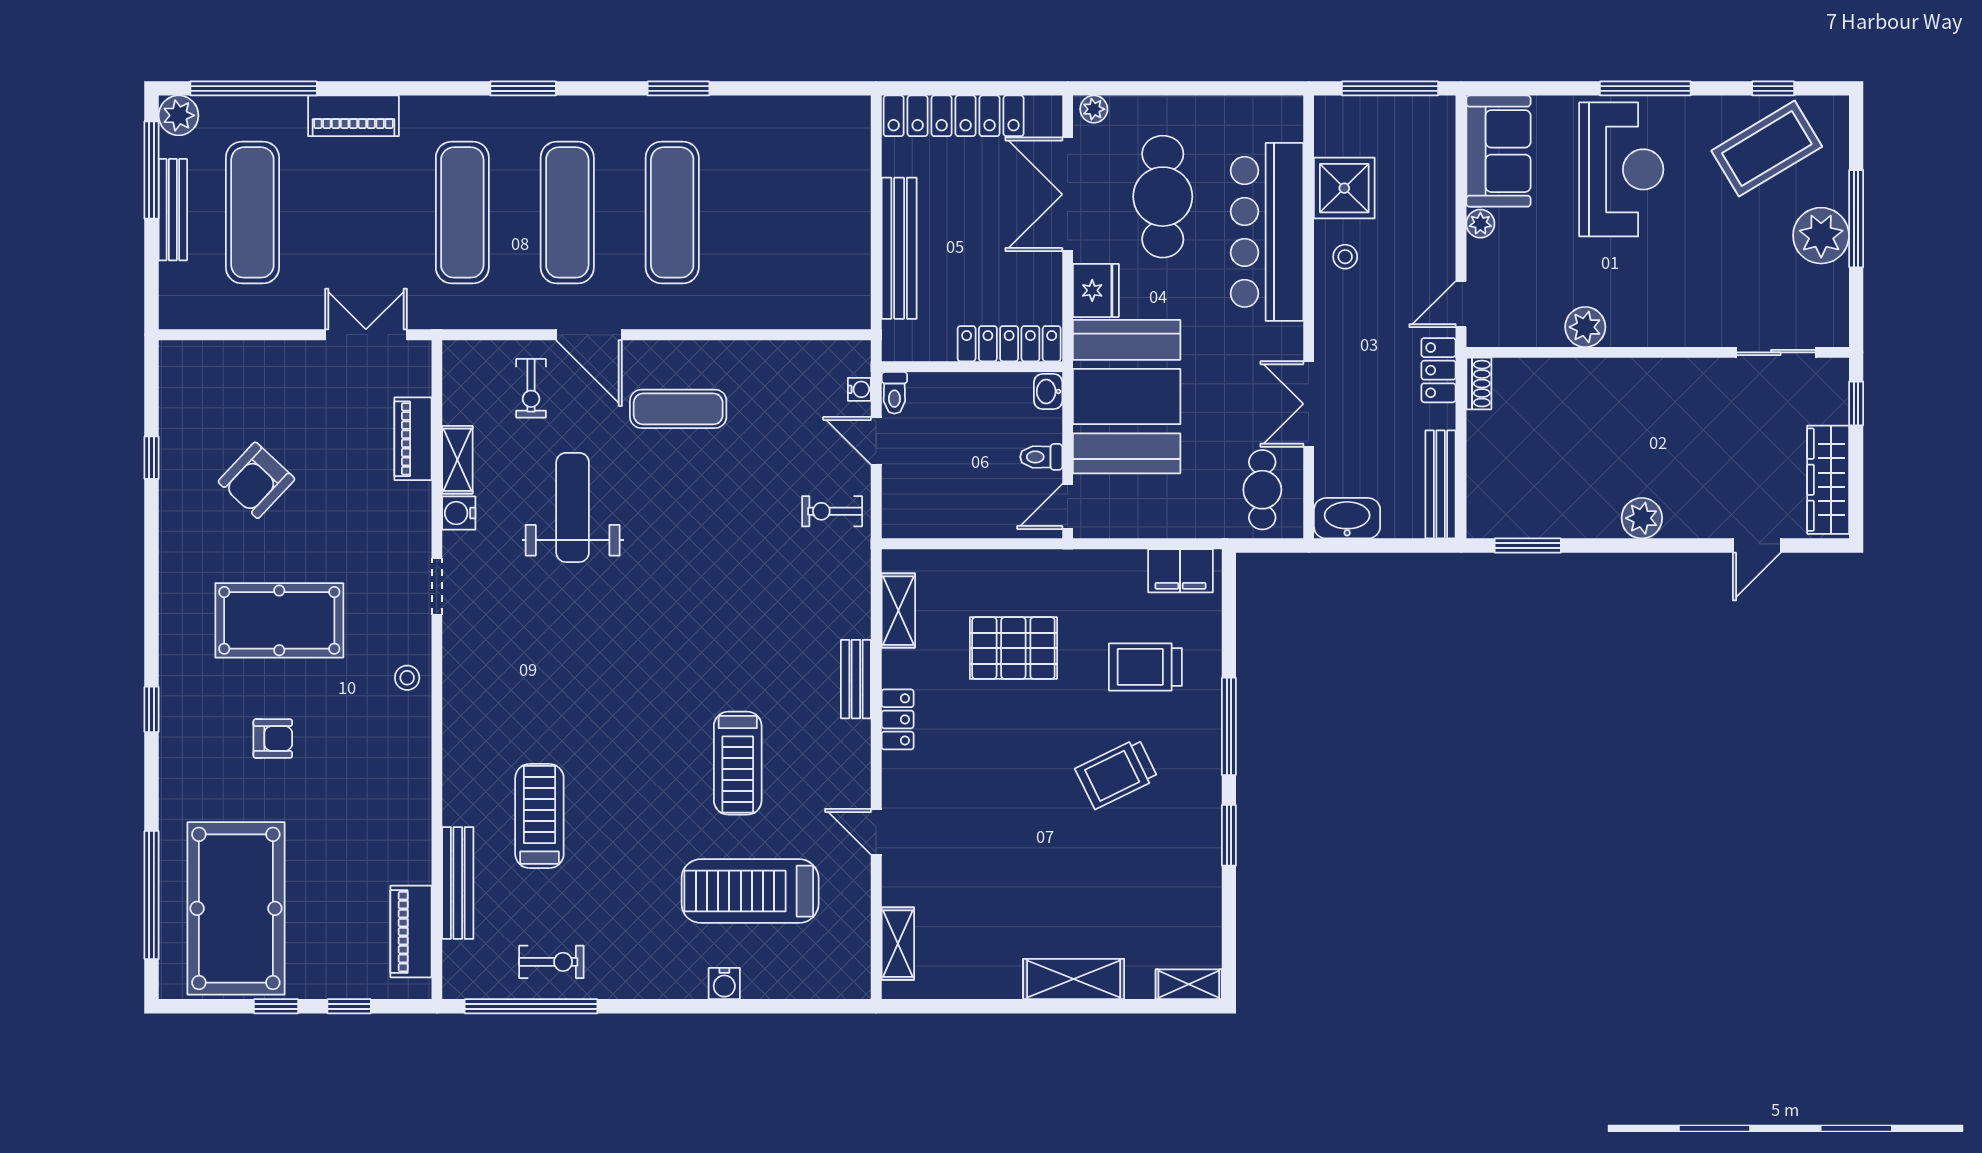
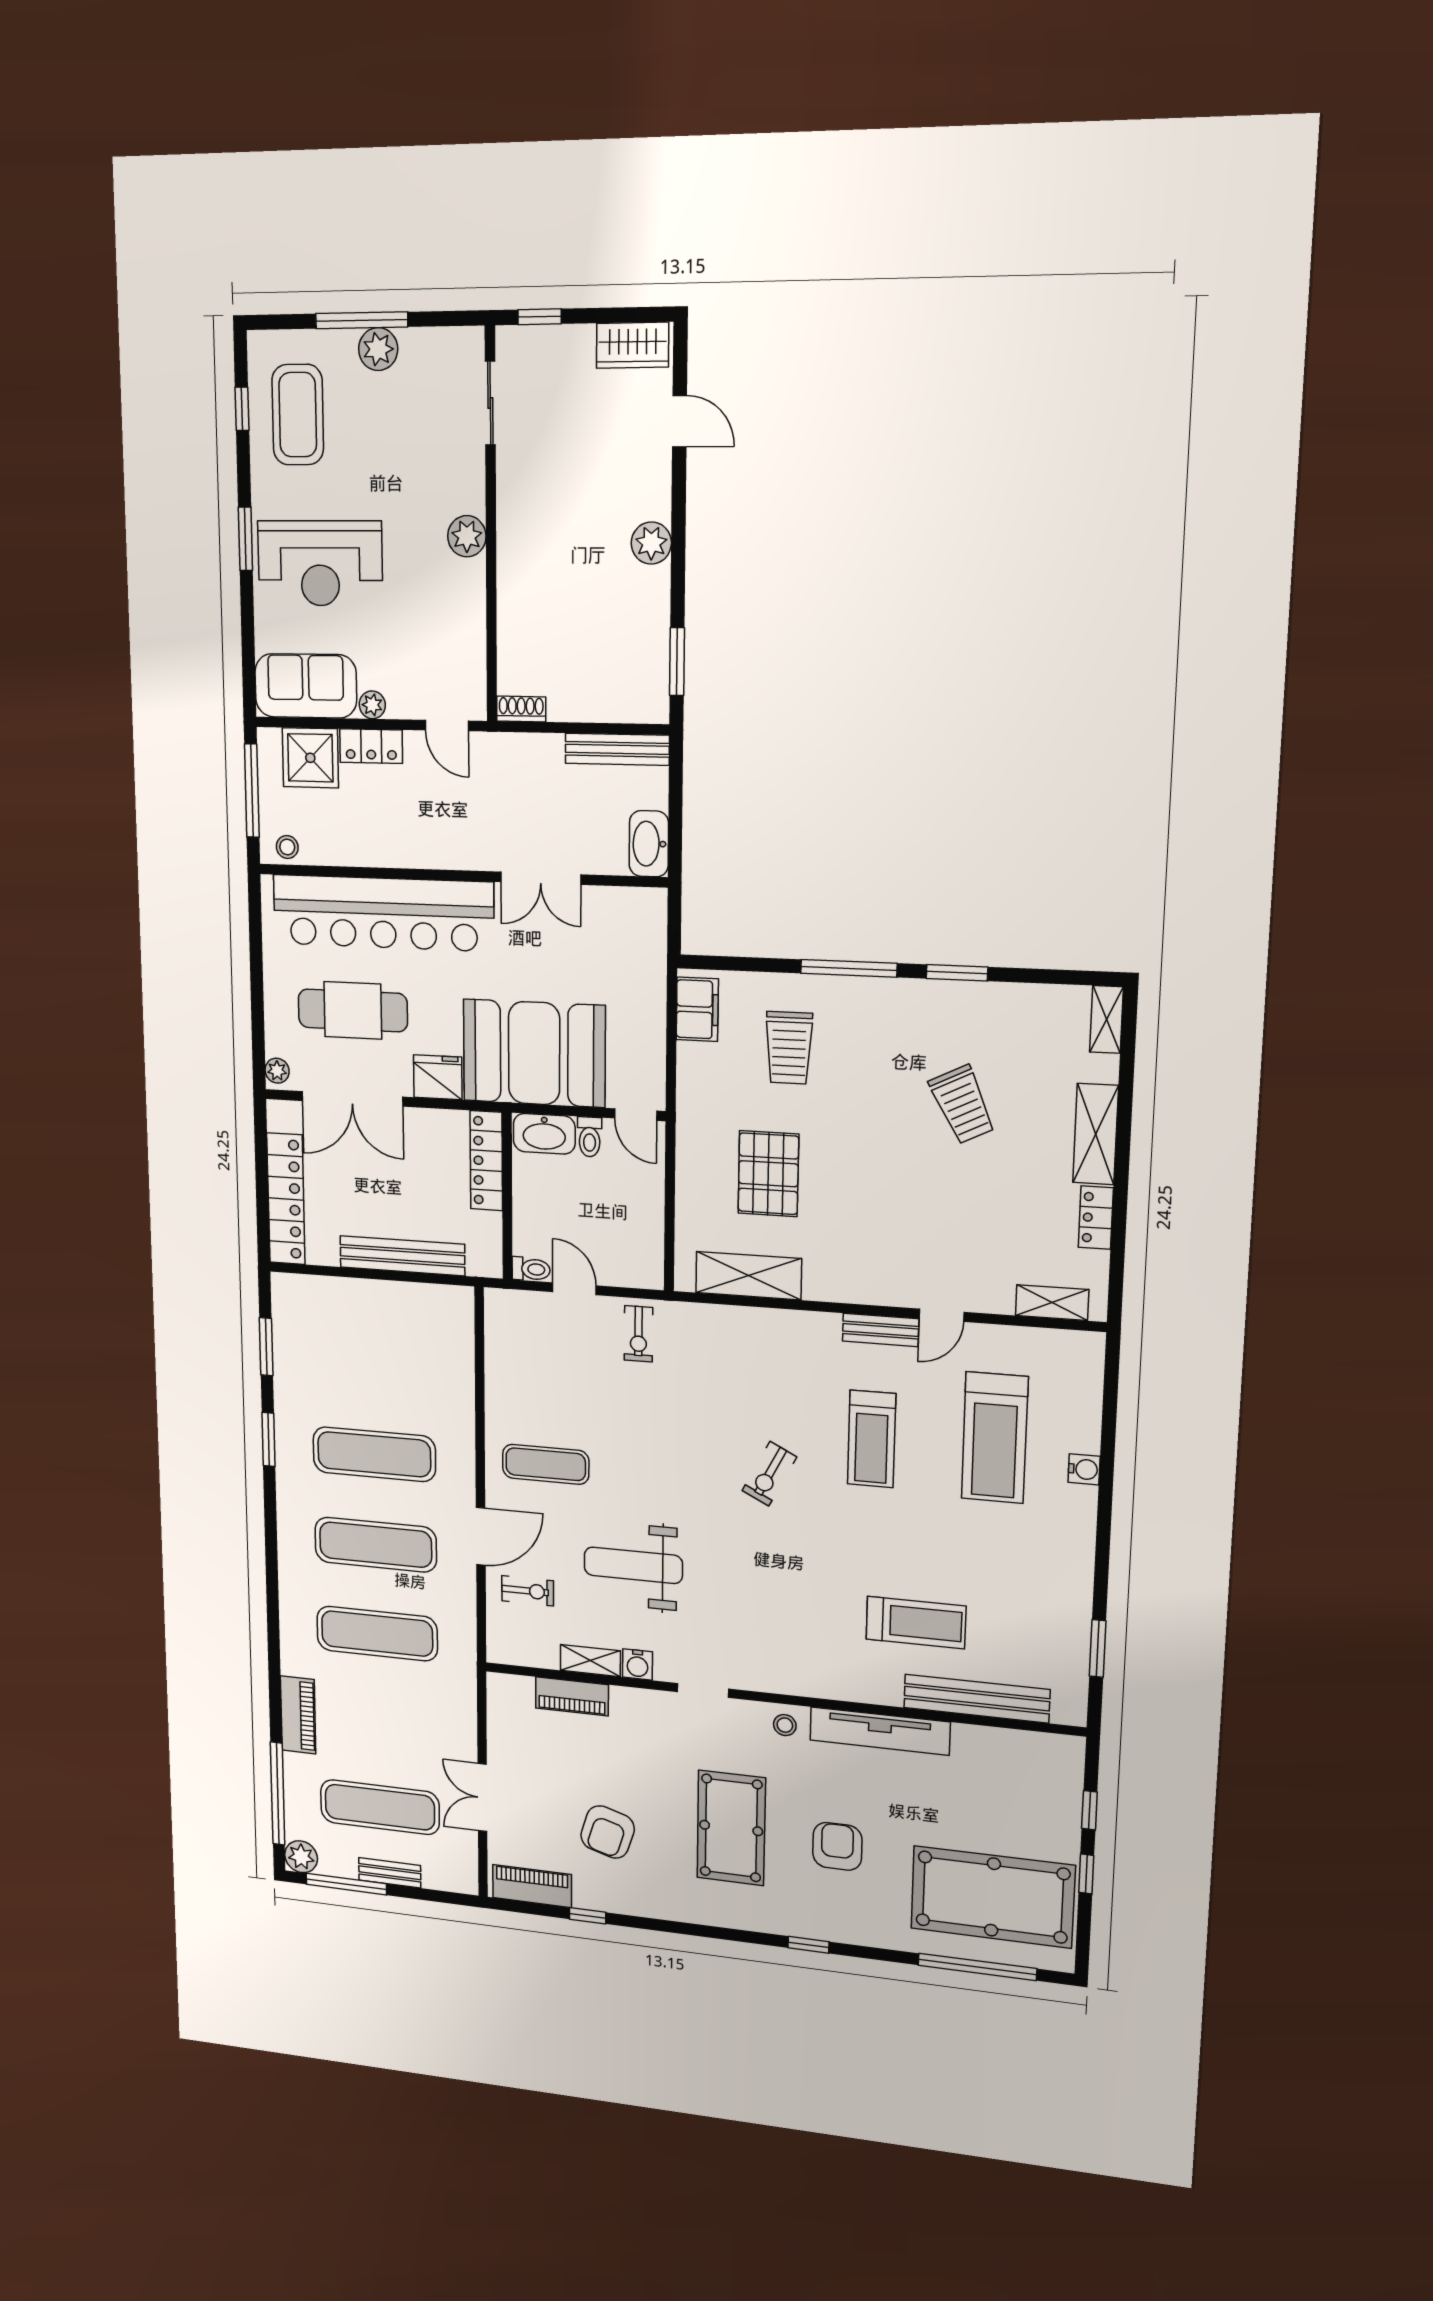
window: (523, 88) -> (266, 1347), moved
window: (1645, 88) -> (245, 539), width x0.69
coffee table: (1767, 149) -> (298, 415), turned 31
reception desk: (1621, 169) -> (320, 563), turned 180
shower: (1344, 188) -> (310, 758), moved
bench: (173, 210) -> (390, 1873), width x0.73
bar counter: (1267, 232) -> (383, 913), width x1.36
plant: (1821, 236) -> (378, 349), width x0.73, depth x0.73
stool: (1345, 257) -> (287, 847), moved
plant: (1585, 327) -> (467, 536), moved
double door: (366, 335) -> (482, 1798), moved
locker: (1439, 370) -> (371, 746), moved
water cooler: (859, 389) -> (528, 1301), removed
washbasin: (1048, 391) -> (544, 1134), width x1.91, depth x1.45
exercise mat: (678, 409) -> (546, 1464), turned 90
door: (876, 441) -> (574, 1289), swing flipped
armchair: (256, 480) -> (608, 1832), turned 64
wardrobe: (1828, 480) -> (633, 345), width x0.67
cafe table: (1262, 490) -> (621, 926), removed
shelving: (898, 611) -> (749, 1276), width x1.50, depth x1.33
bench: (856, 679) -> (881, 1330), moved
locker: (898, 719) -> (1096, 1218), moved, turned -90
armchair: (273, 739) -> (837, 1846), width x1.38, depth x1.38
treadmill: (738, 763) -> (872, 1439), turned 90
trolley: (1117, 774) -> (962, 1105), moved
tv unit: (412, 781) -> (880, 1731), added
treadmill: (539, 816) -> (916, 1623), turned 180
bench: (458, 883) -> (977, 1699), width x1.37, depth x1.21
piano: (411, 932) -> (532, 1886), moved, turned 180
exercise bike: (551, 962) -> (769, 1474), moved, turned -153
window: (531, 1006) -> (1098, 1648), width x0.47

